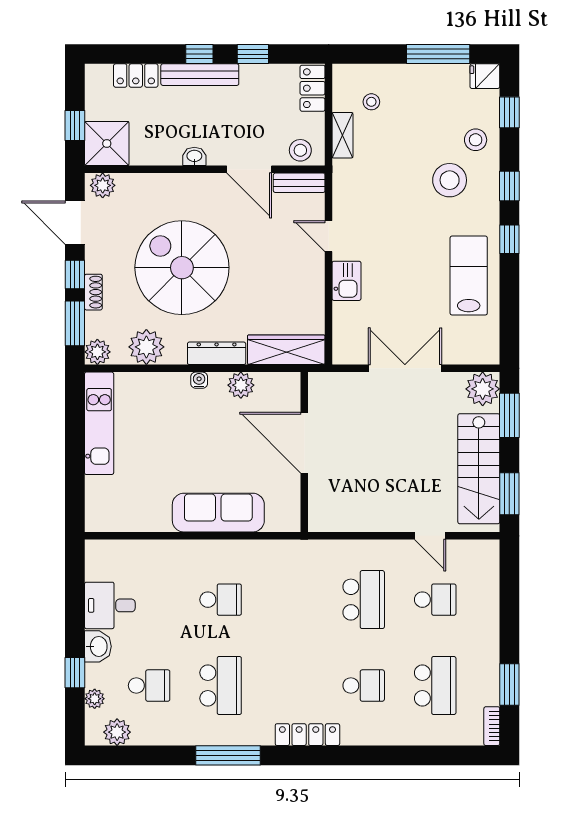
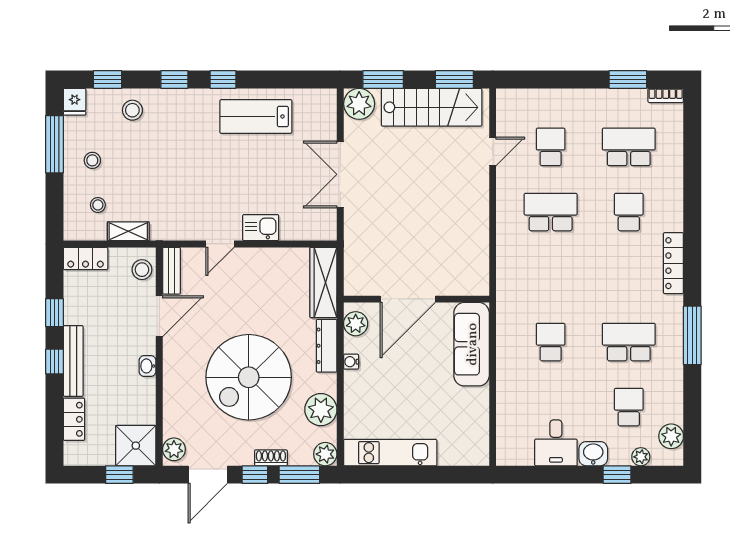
stool: (450, 180) -> (92, 160), moved, width x0.53, depth x0.53
door: (304, 443) -> (408, 299), moved
wall: (304, 452) -> (416, 299), moved

